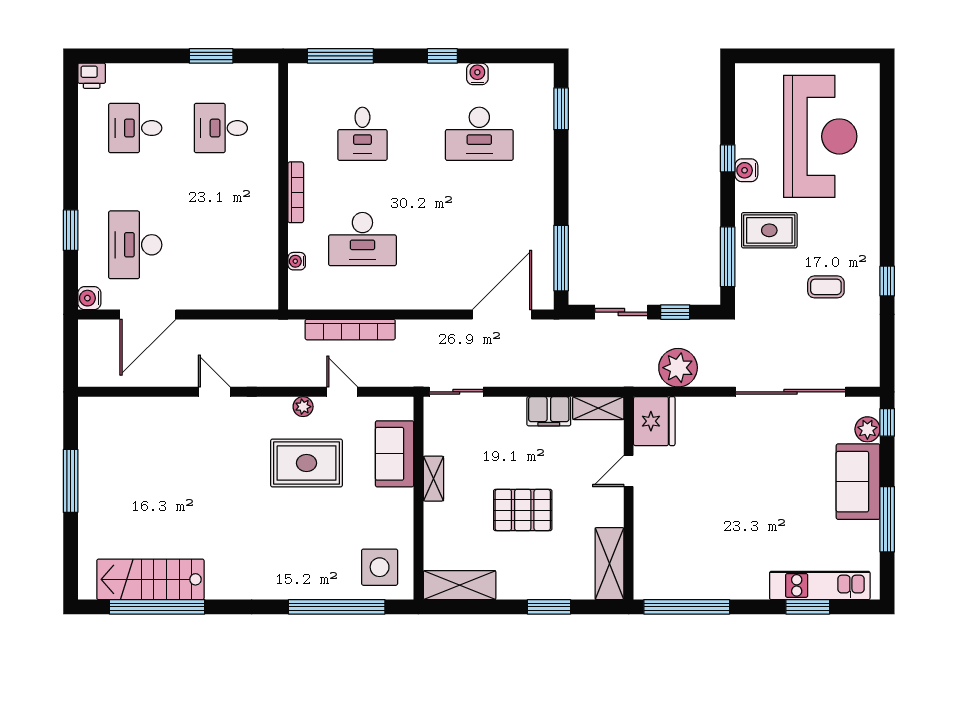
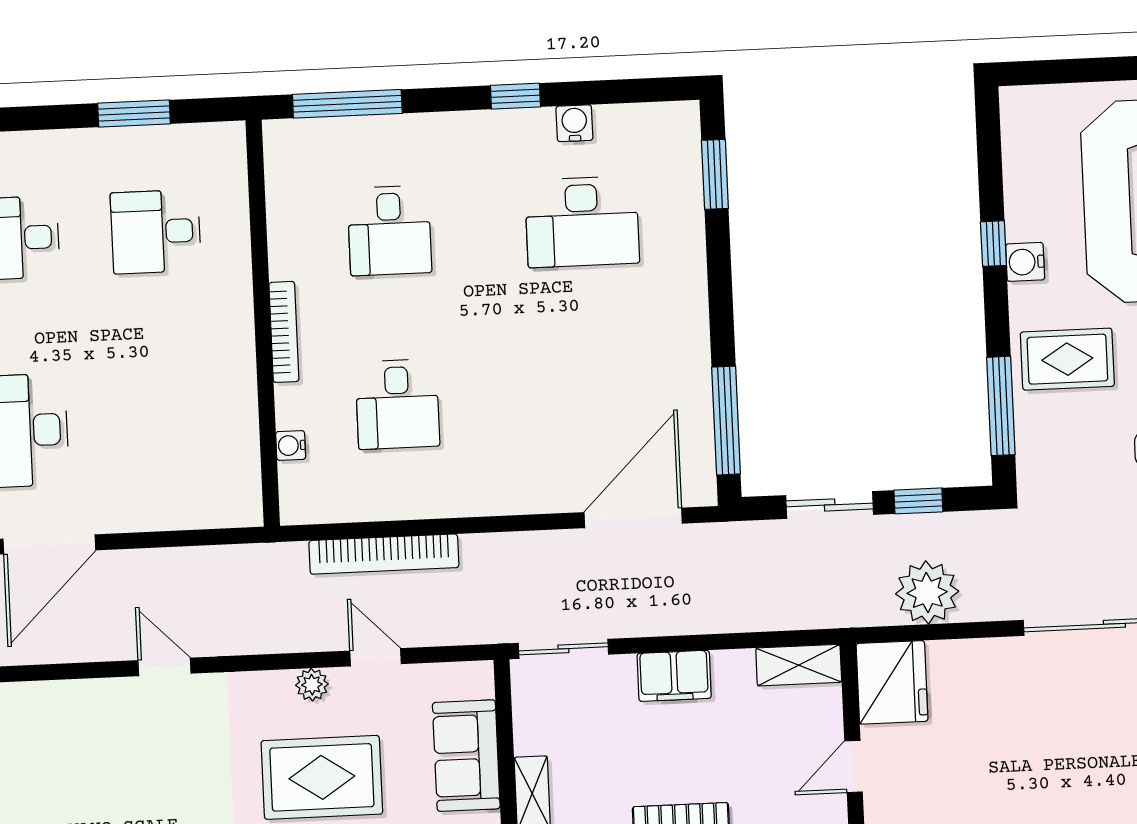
desk: (362, 239) -> (397, 404), width x0.73
filing cabinet: (549, 411) -> (674, 676), moved

